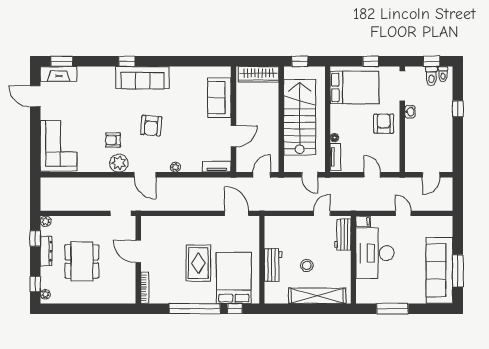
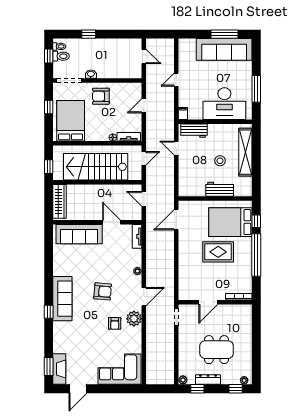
sofa: (219, 98) -> (79, 234), width x1.36
desk: (375, 253) -> (224, 104), moved

